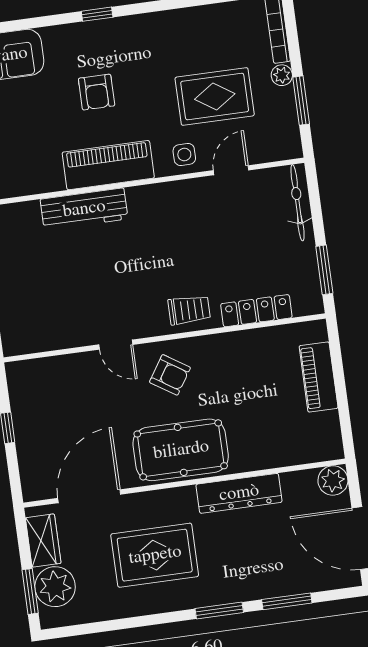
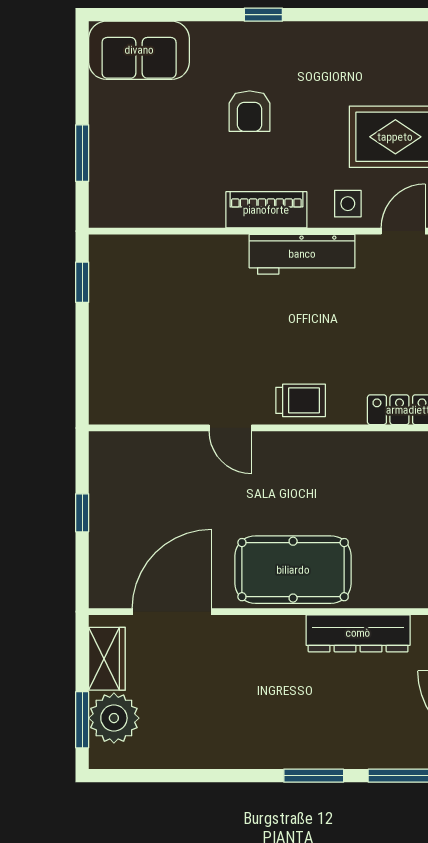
piano: (108, 165) -> (266, 210), width x0.73, depth x0.75
workbench: (84, 209) -> (302, 254), moved
trolley: (189, 310) -> (301, 400), moved
armchair: (170, 375) -> (293, 475), removed
rug: (155, 555) -> (243, 696), removed

